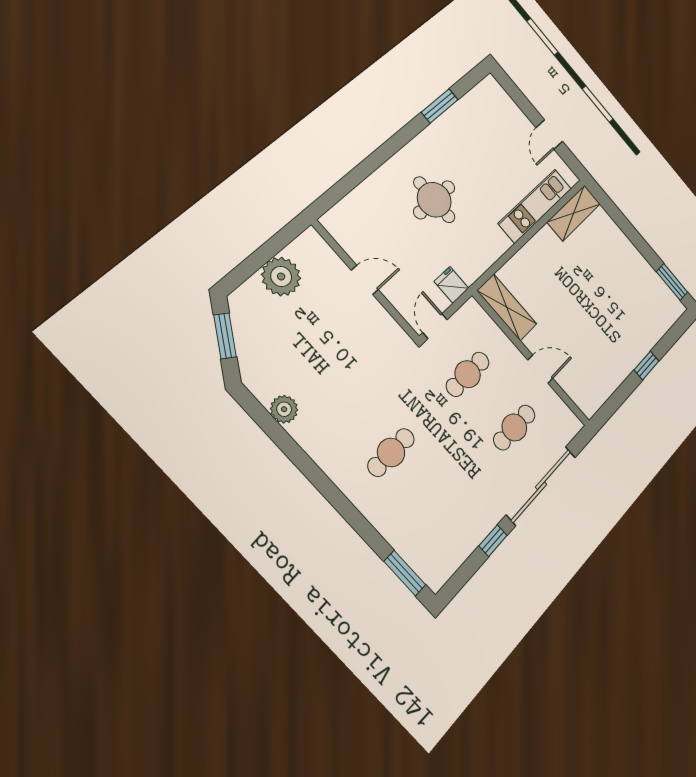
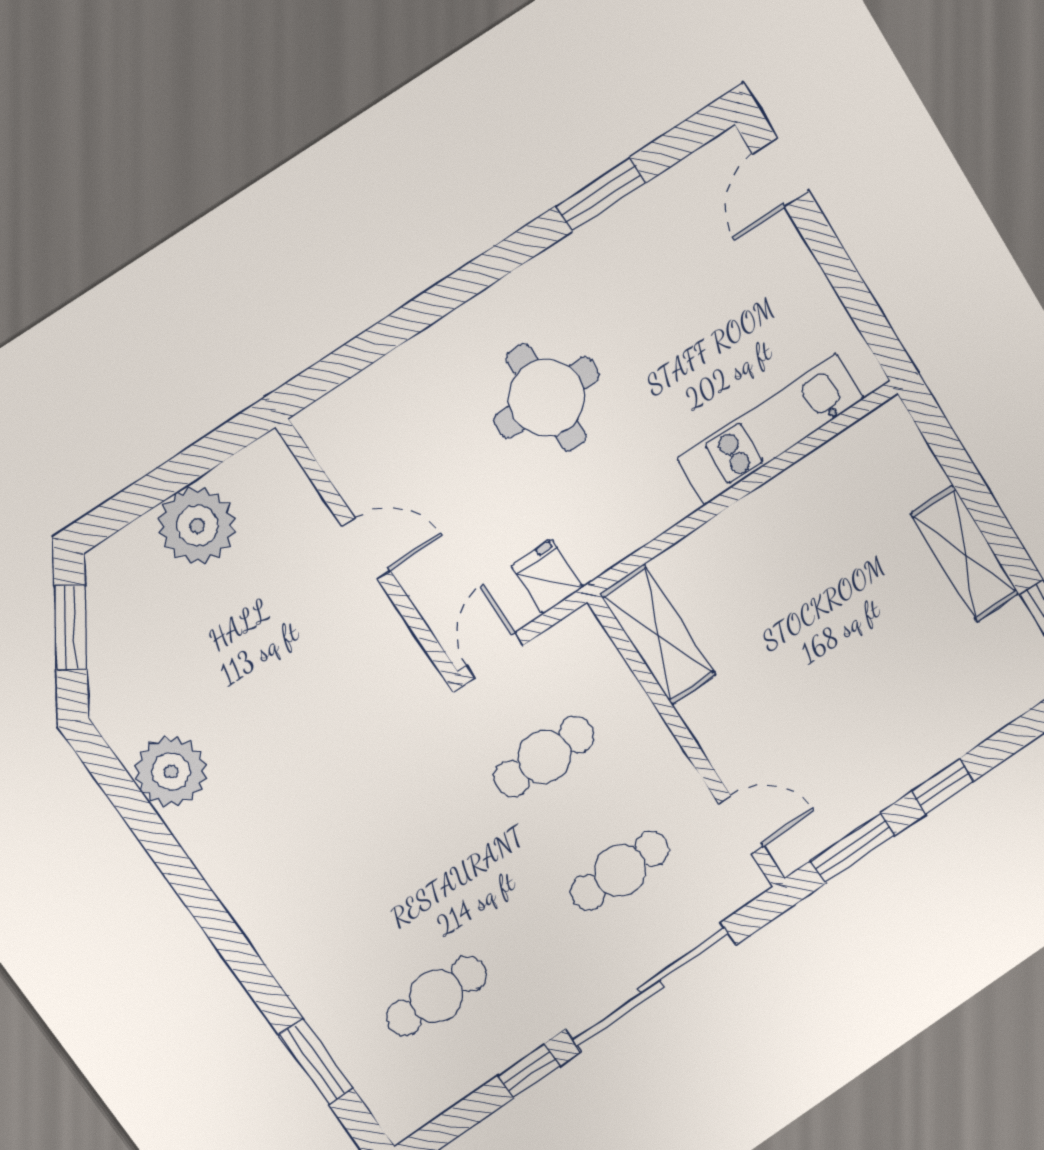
door: (549, 135) -> (781, 172), moved
shelving: (574, 213) -> (965, 554), moved, turned 90
door: (540, 369) -> (741, 825), moved
window: (615, 401) -> (853, 848), added
plant: (284, 409) -> (171, 771), width x1.36, depth x1.36
cafe table: (391, 452) -> (436, 996), moved
window: (405, 573) -> (316, 1062), moved

